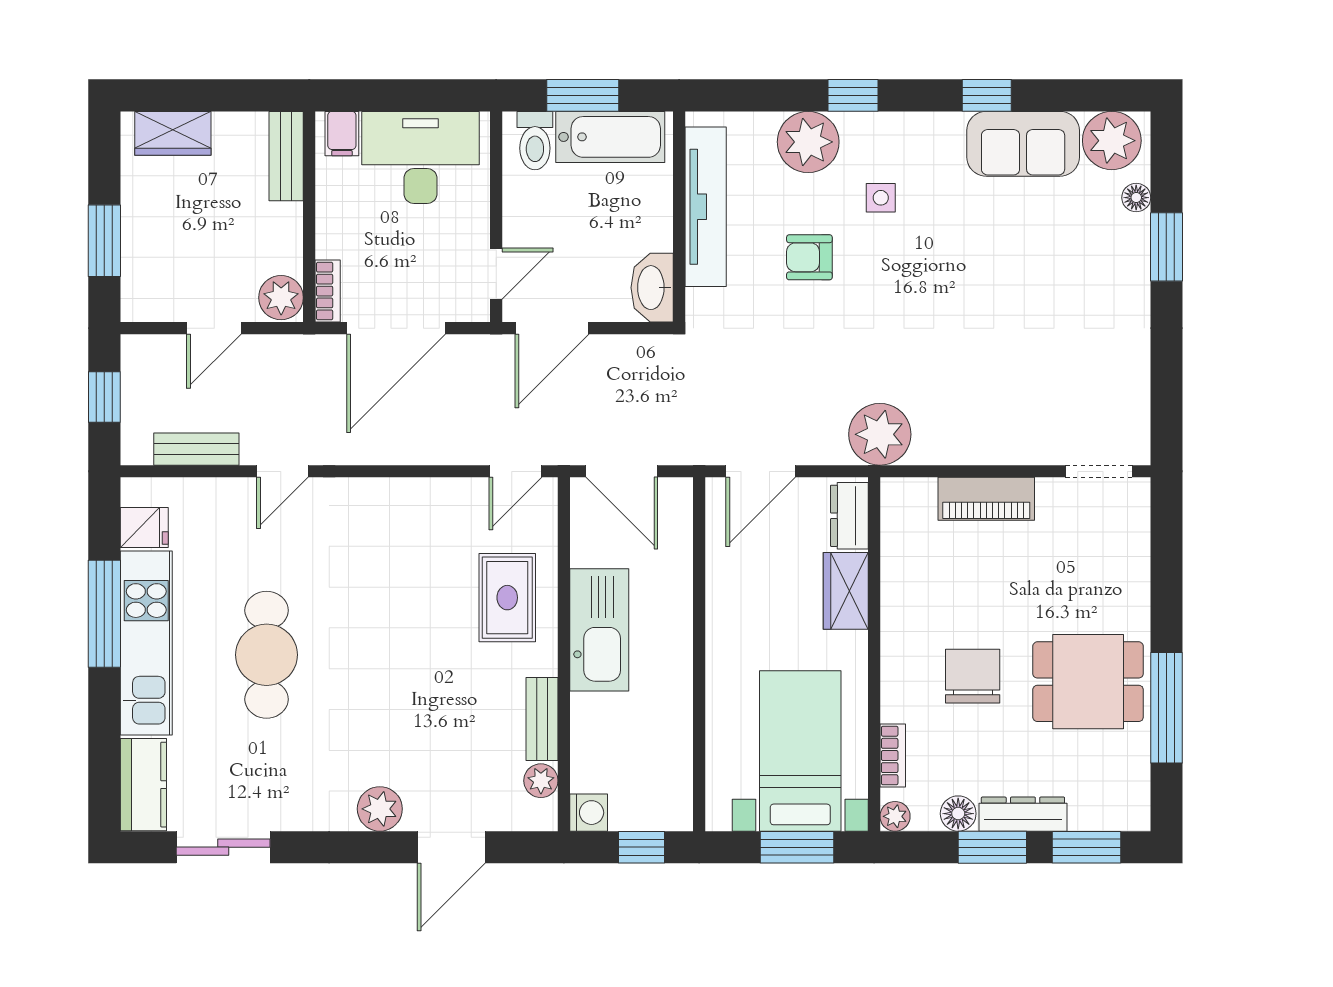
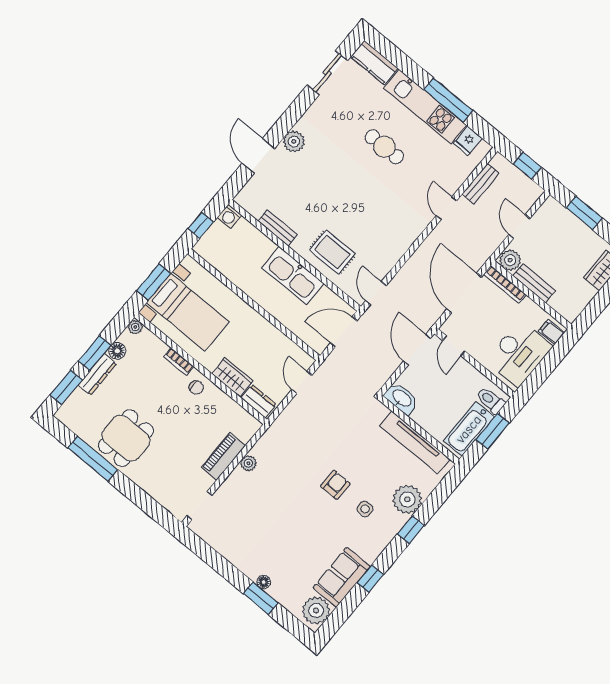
bench: (286, 156) -> (534, 283), moved
floor lamp: (1136, 198) -> (264, 582), moved
armchair: (809, 257) -> (335, 485), moved
bookcase: (328, 291) -> (505, 284), width x1.56
plant: (880, 434) -> (248, 463), moved, width x0.53, depth x0.53
door: (761, 471) -> (302, 382), width x0.73
cafe table: (267, 655) -> (384, 147), width x0.73, depth x0.74
chair: (973, 676) -> (196, 387), moved, width x0.54, depth x0.54
bookcase: (893, 755) -> (179, 362), moved
plant: (541, 781) -> (255, 209), removed

